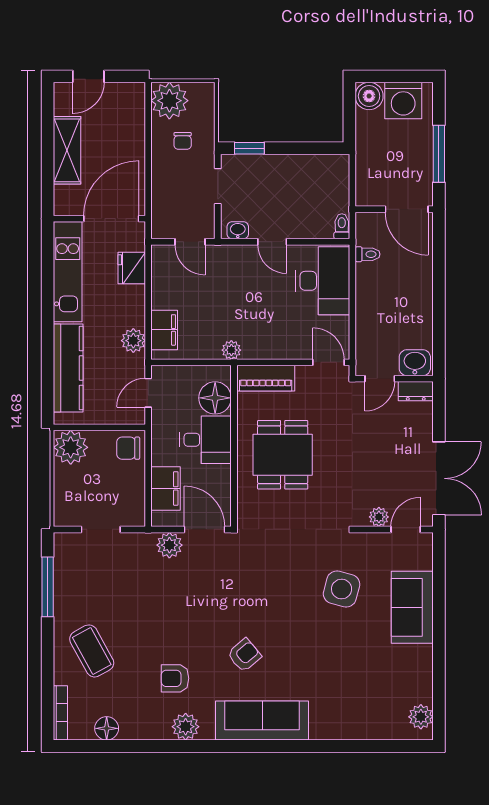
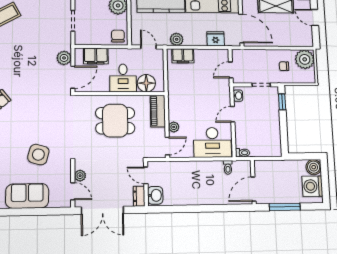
plant: (231, 350) -> (174, 127), moved
washbasin: (415, 363) -> (155, 195), moved
door: (380, 379) -> (146, 175), moved
wall: (394, 379) -> (146, 184), moved
dresser: (416, 391) -> (139, 196), moved

